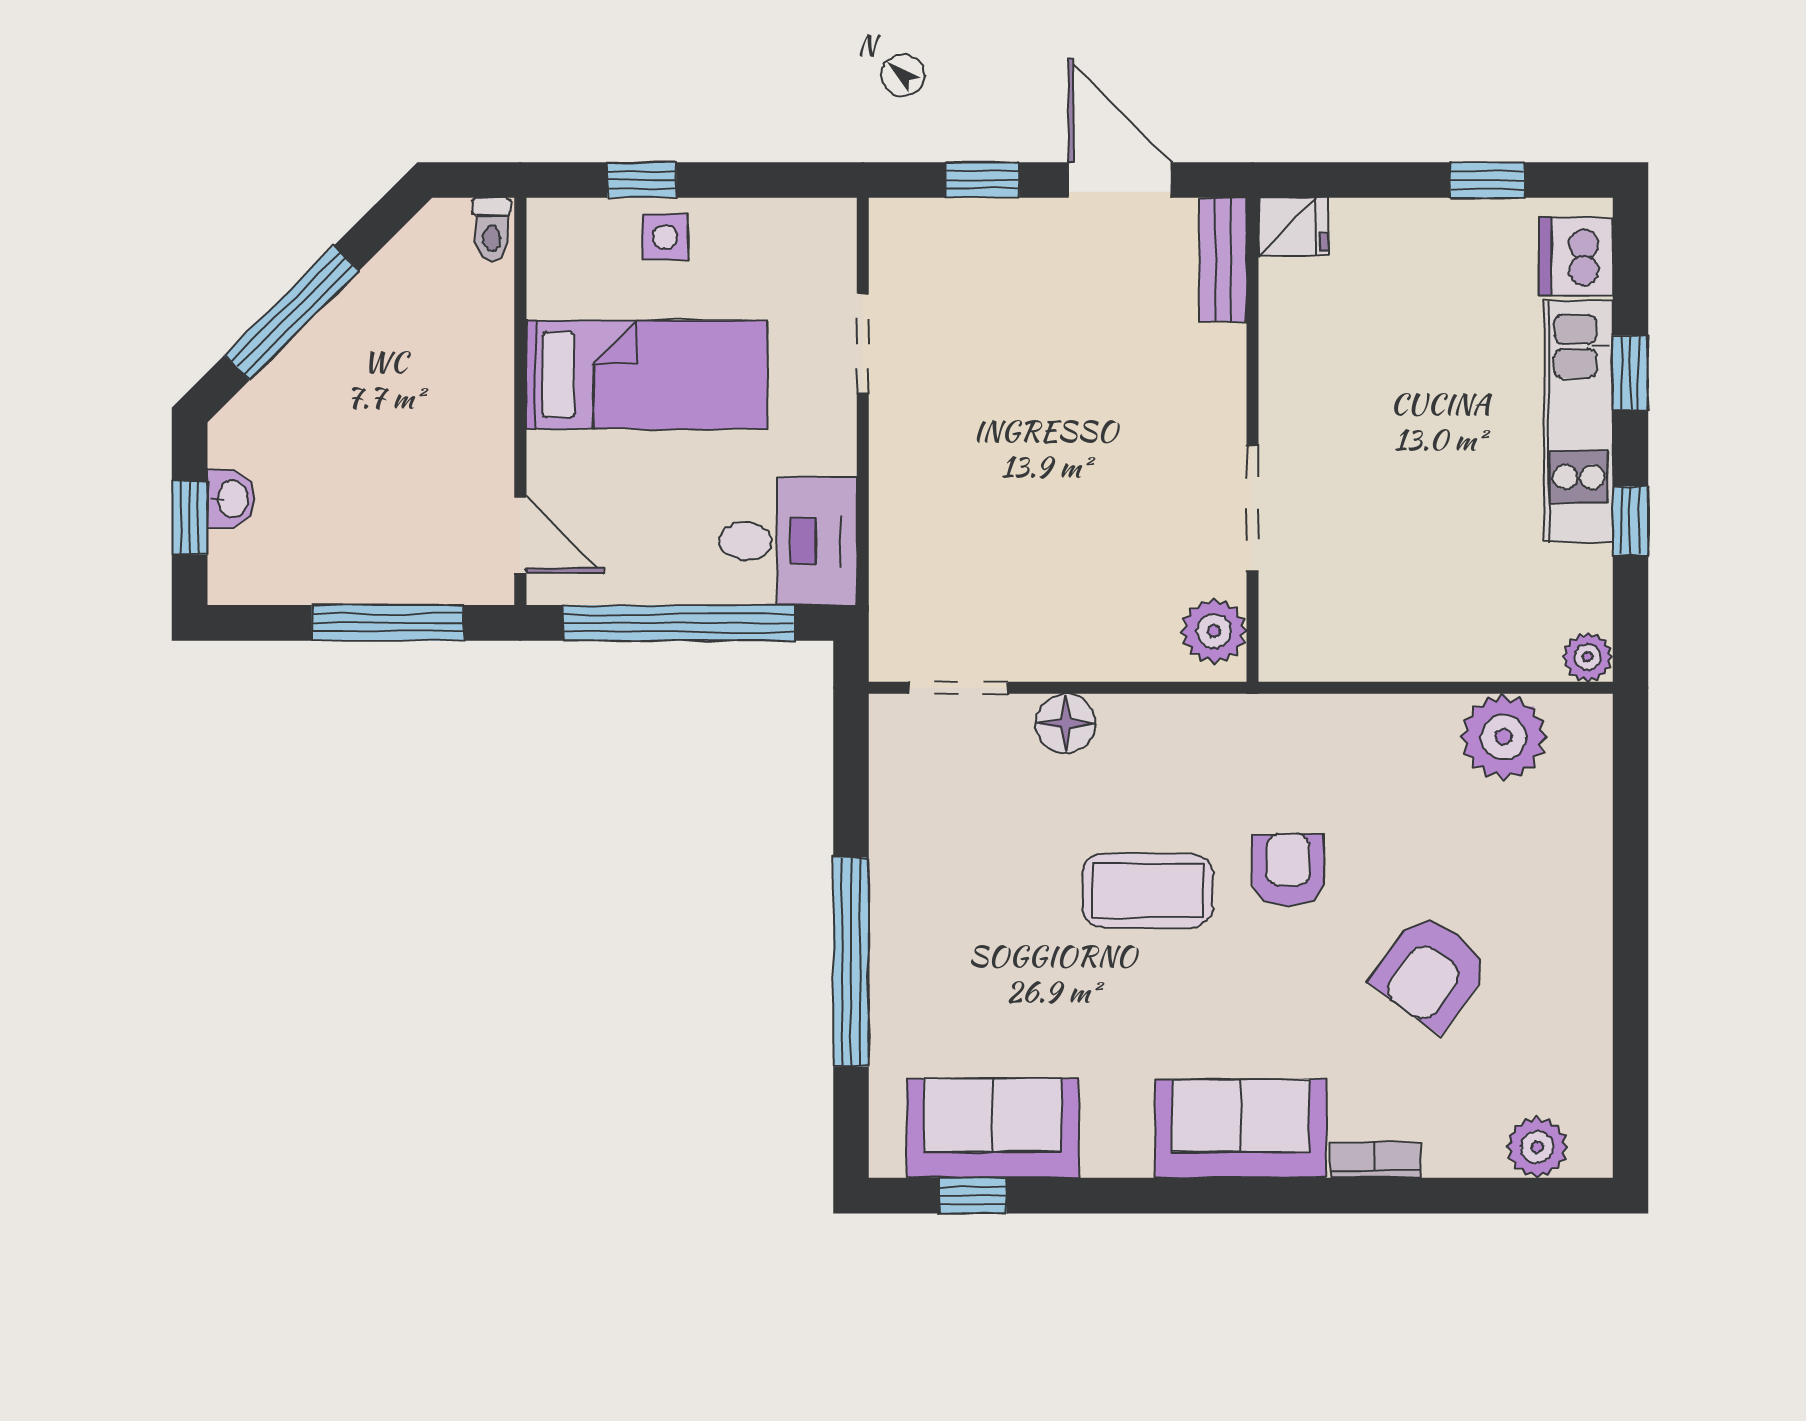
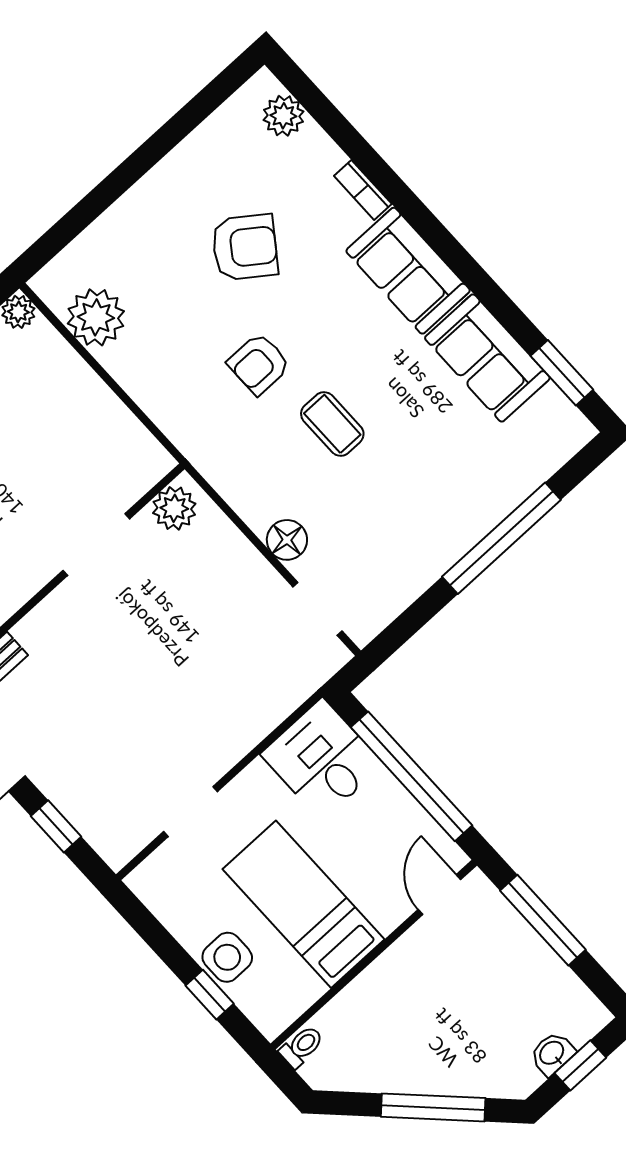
side table: (665, 237) -> (227, 957), width x1.37, depth x1.37
coffee table: (1148, 890) -> (332, 424), width x0.73, depth x0.77
sofa: (993, 1128) -> (487, 358), moved
window: (973, 1196) -> (562, 373), width x1.50

